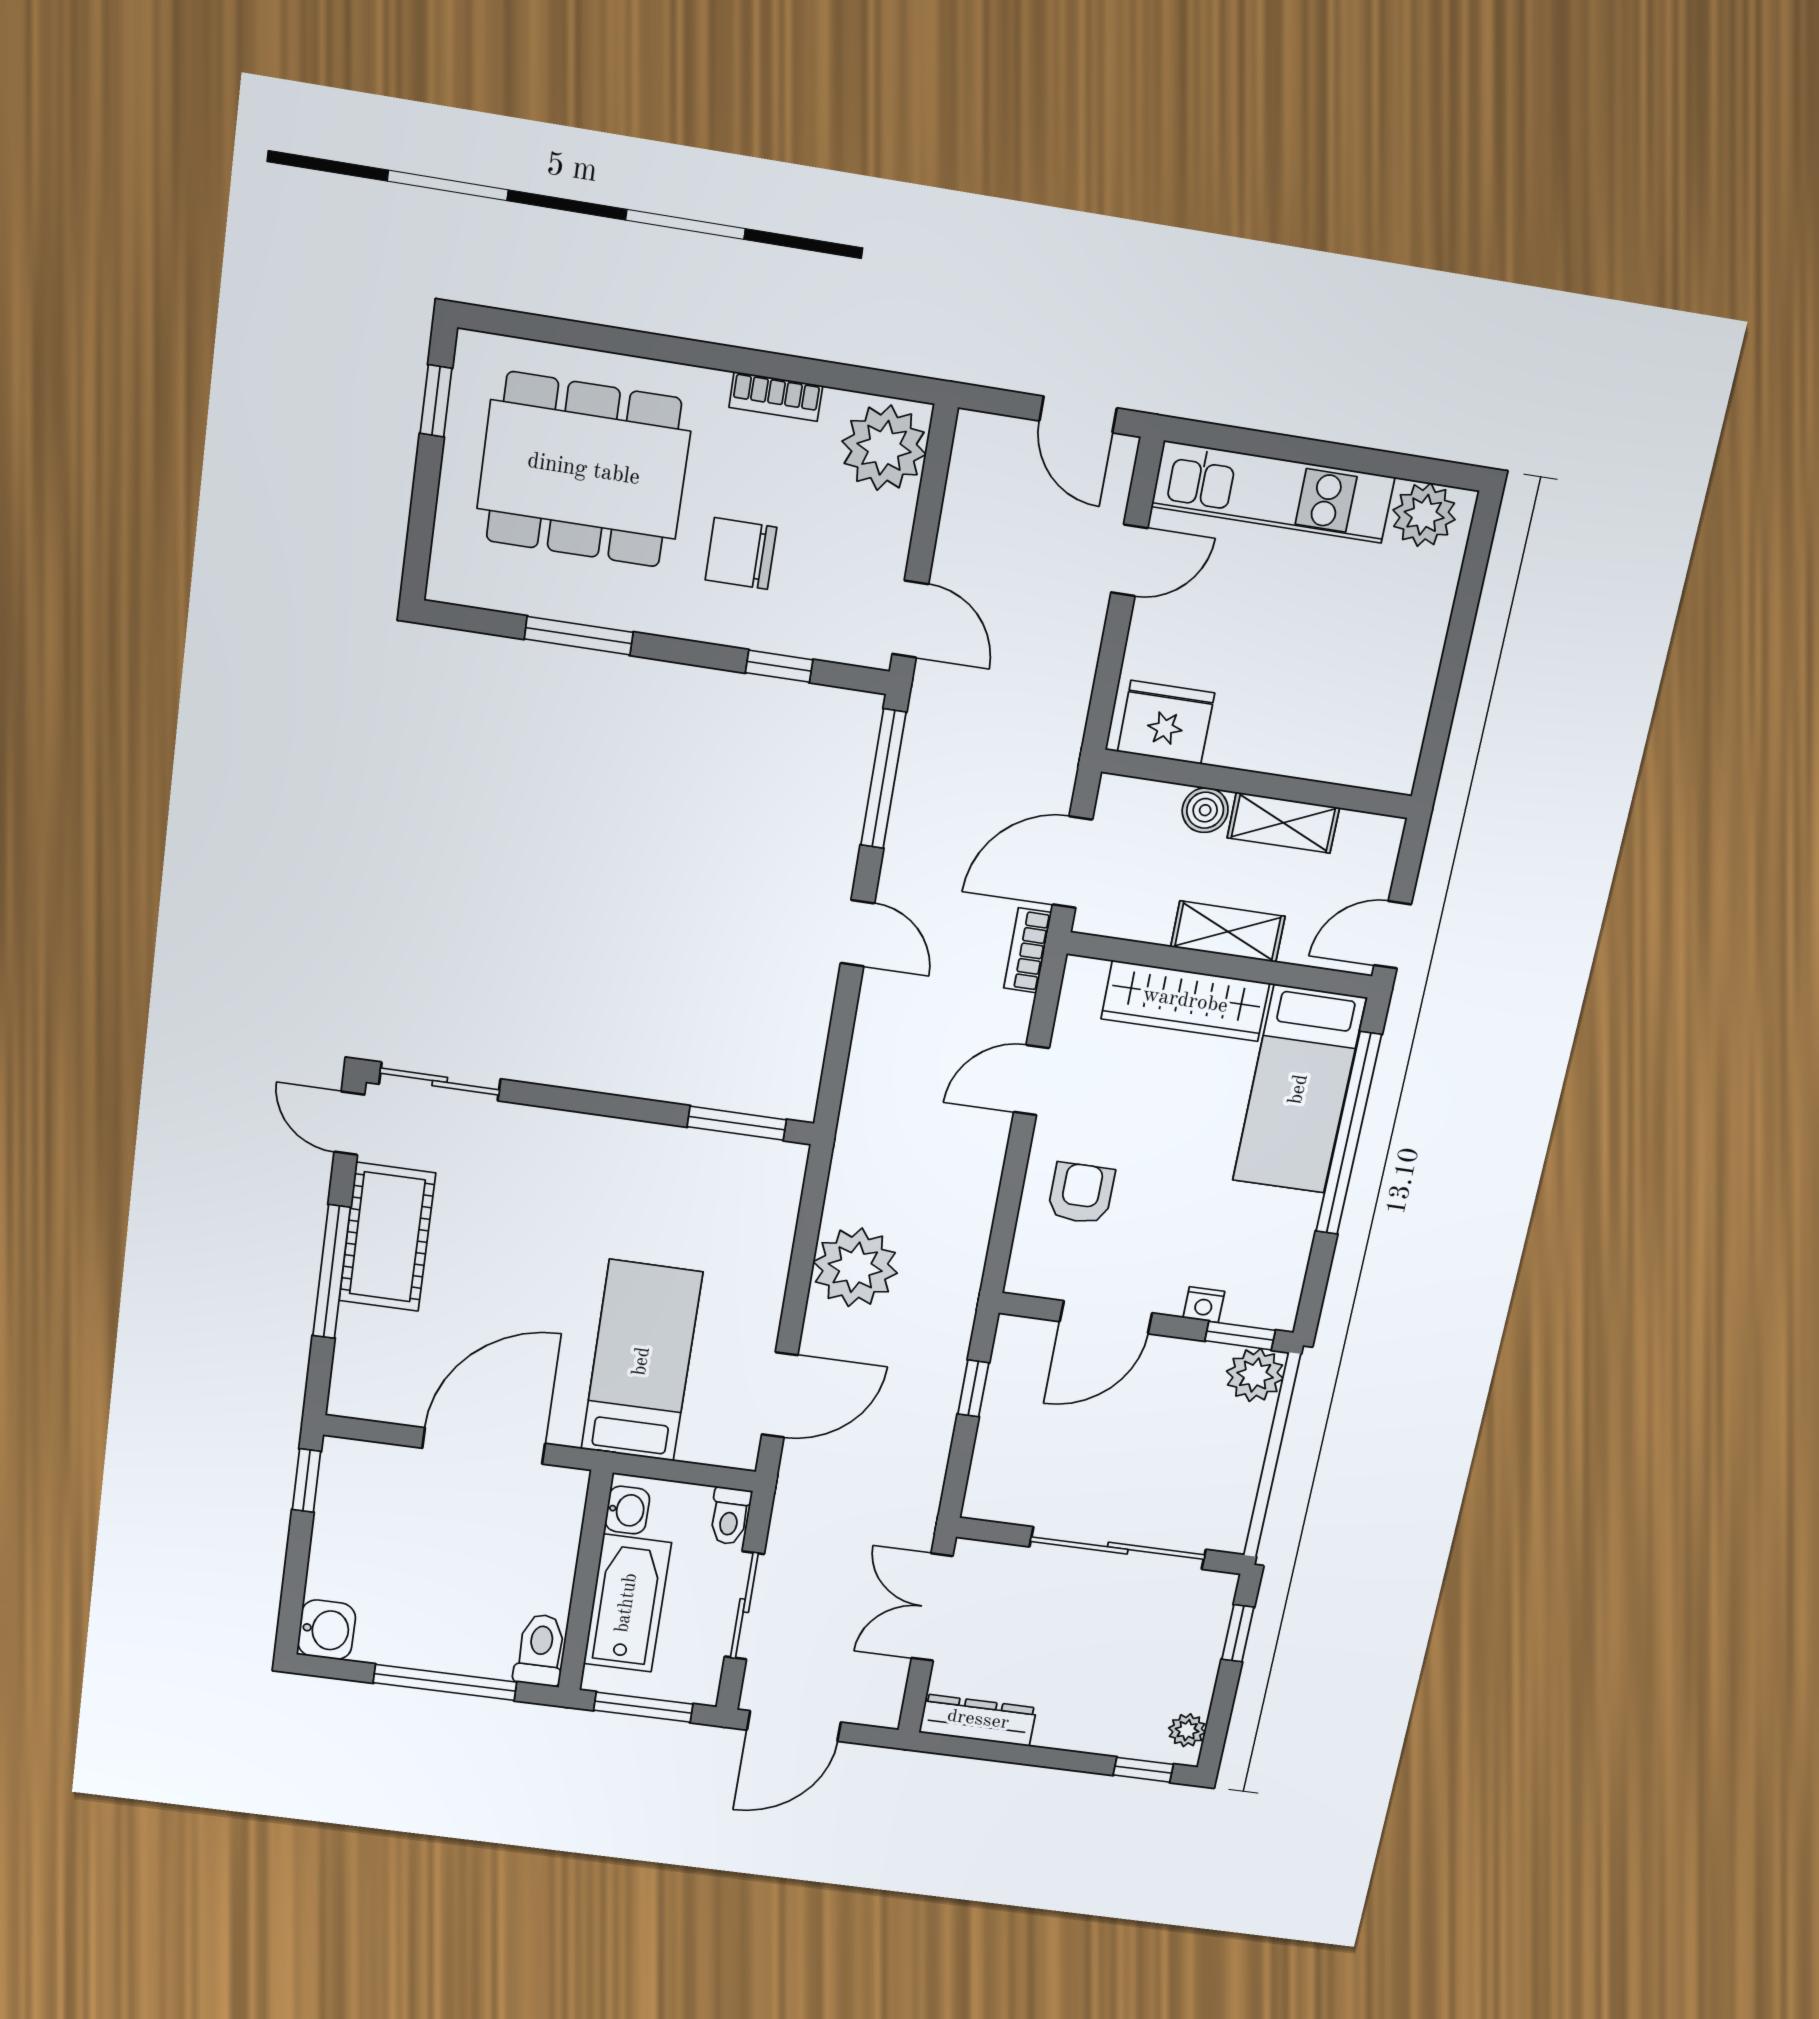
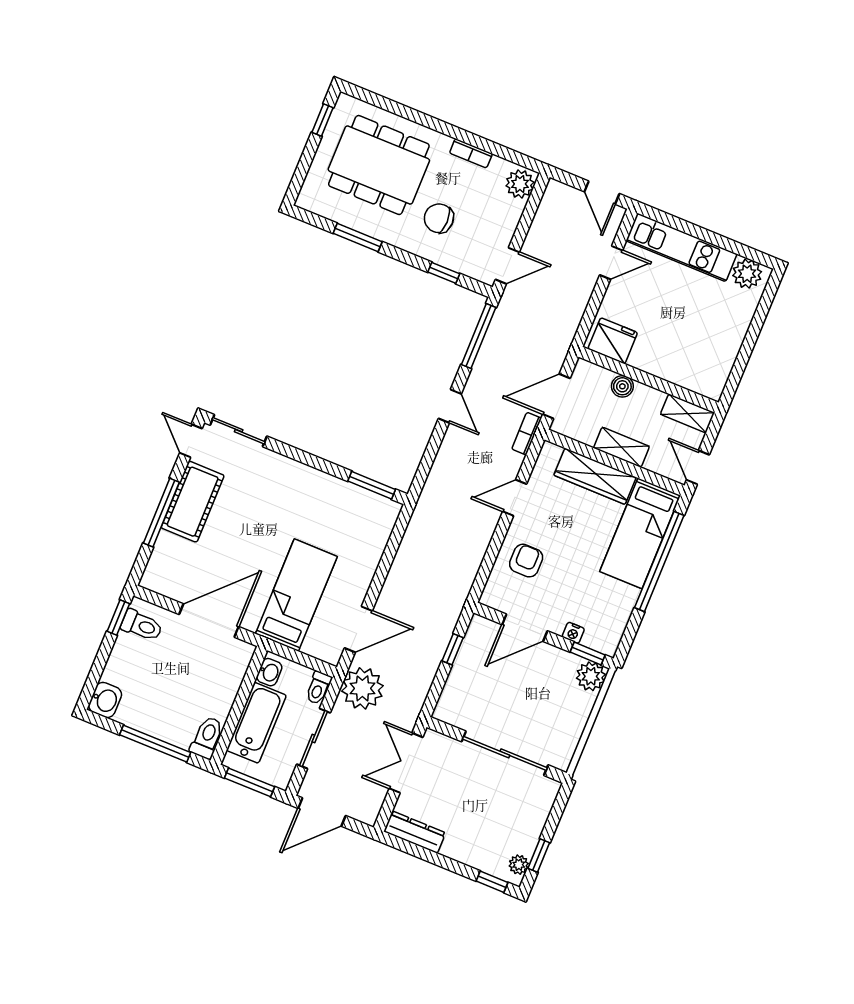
plant: (884, 448) -> (520, 184), width x0.73, depth x0.73
door: (910, 619) -> (507, 266), hinge flipped
shelving: (1283, 823) -> (687, 413), moved
door: (1393, 935) -> (698, 467), hinge flipped
plant: (855, 1267) -> (362, 688), moved
toilet: (356, 1484) -> (142, 625), added
window: (1238, 1633) -> (539, 856), moved

